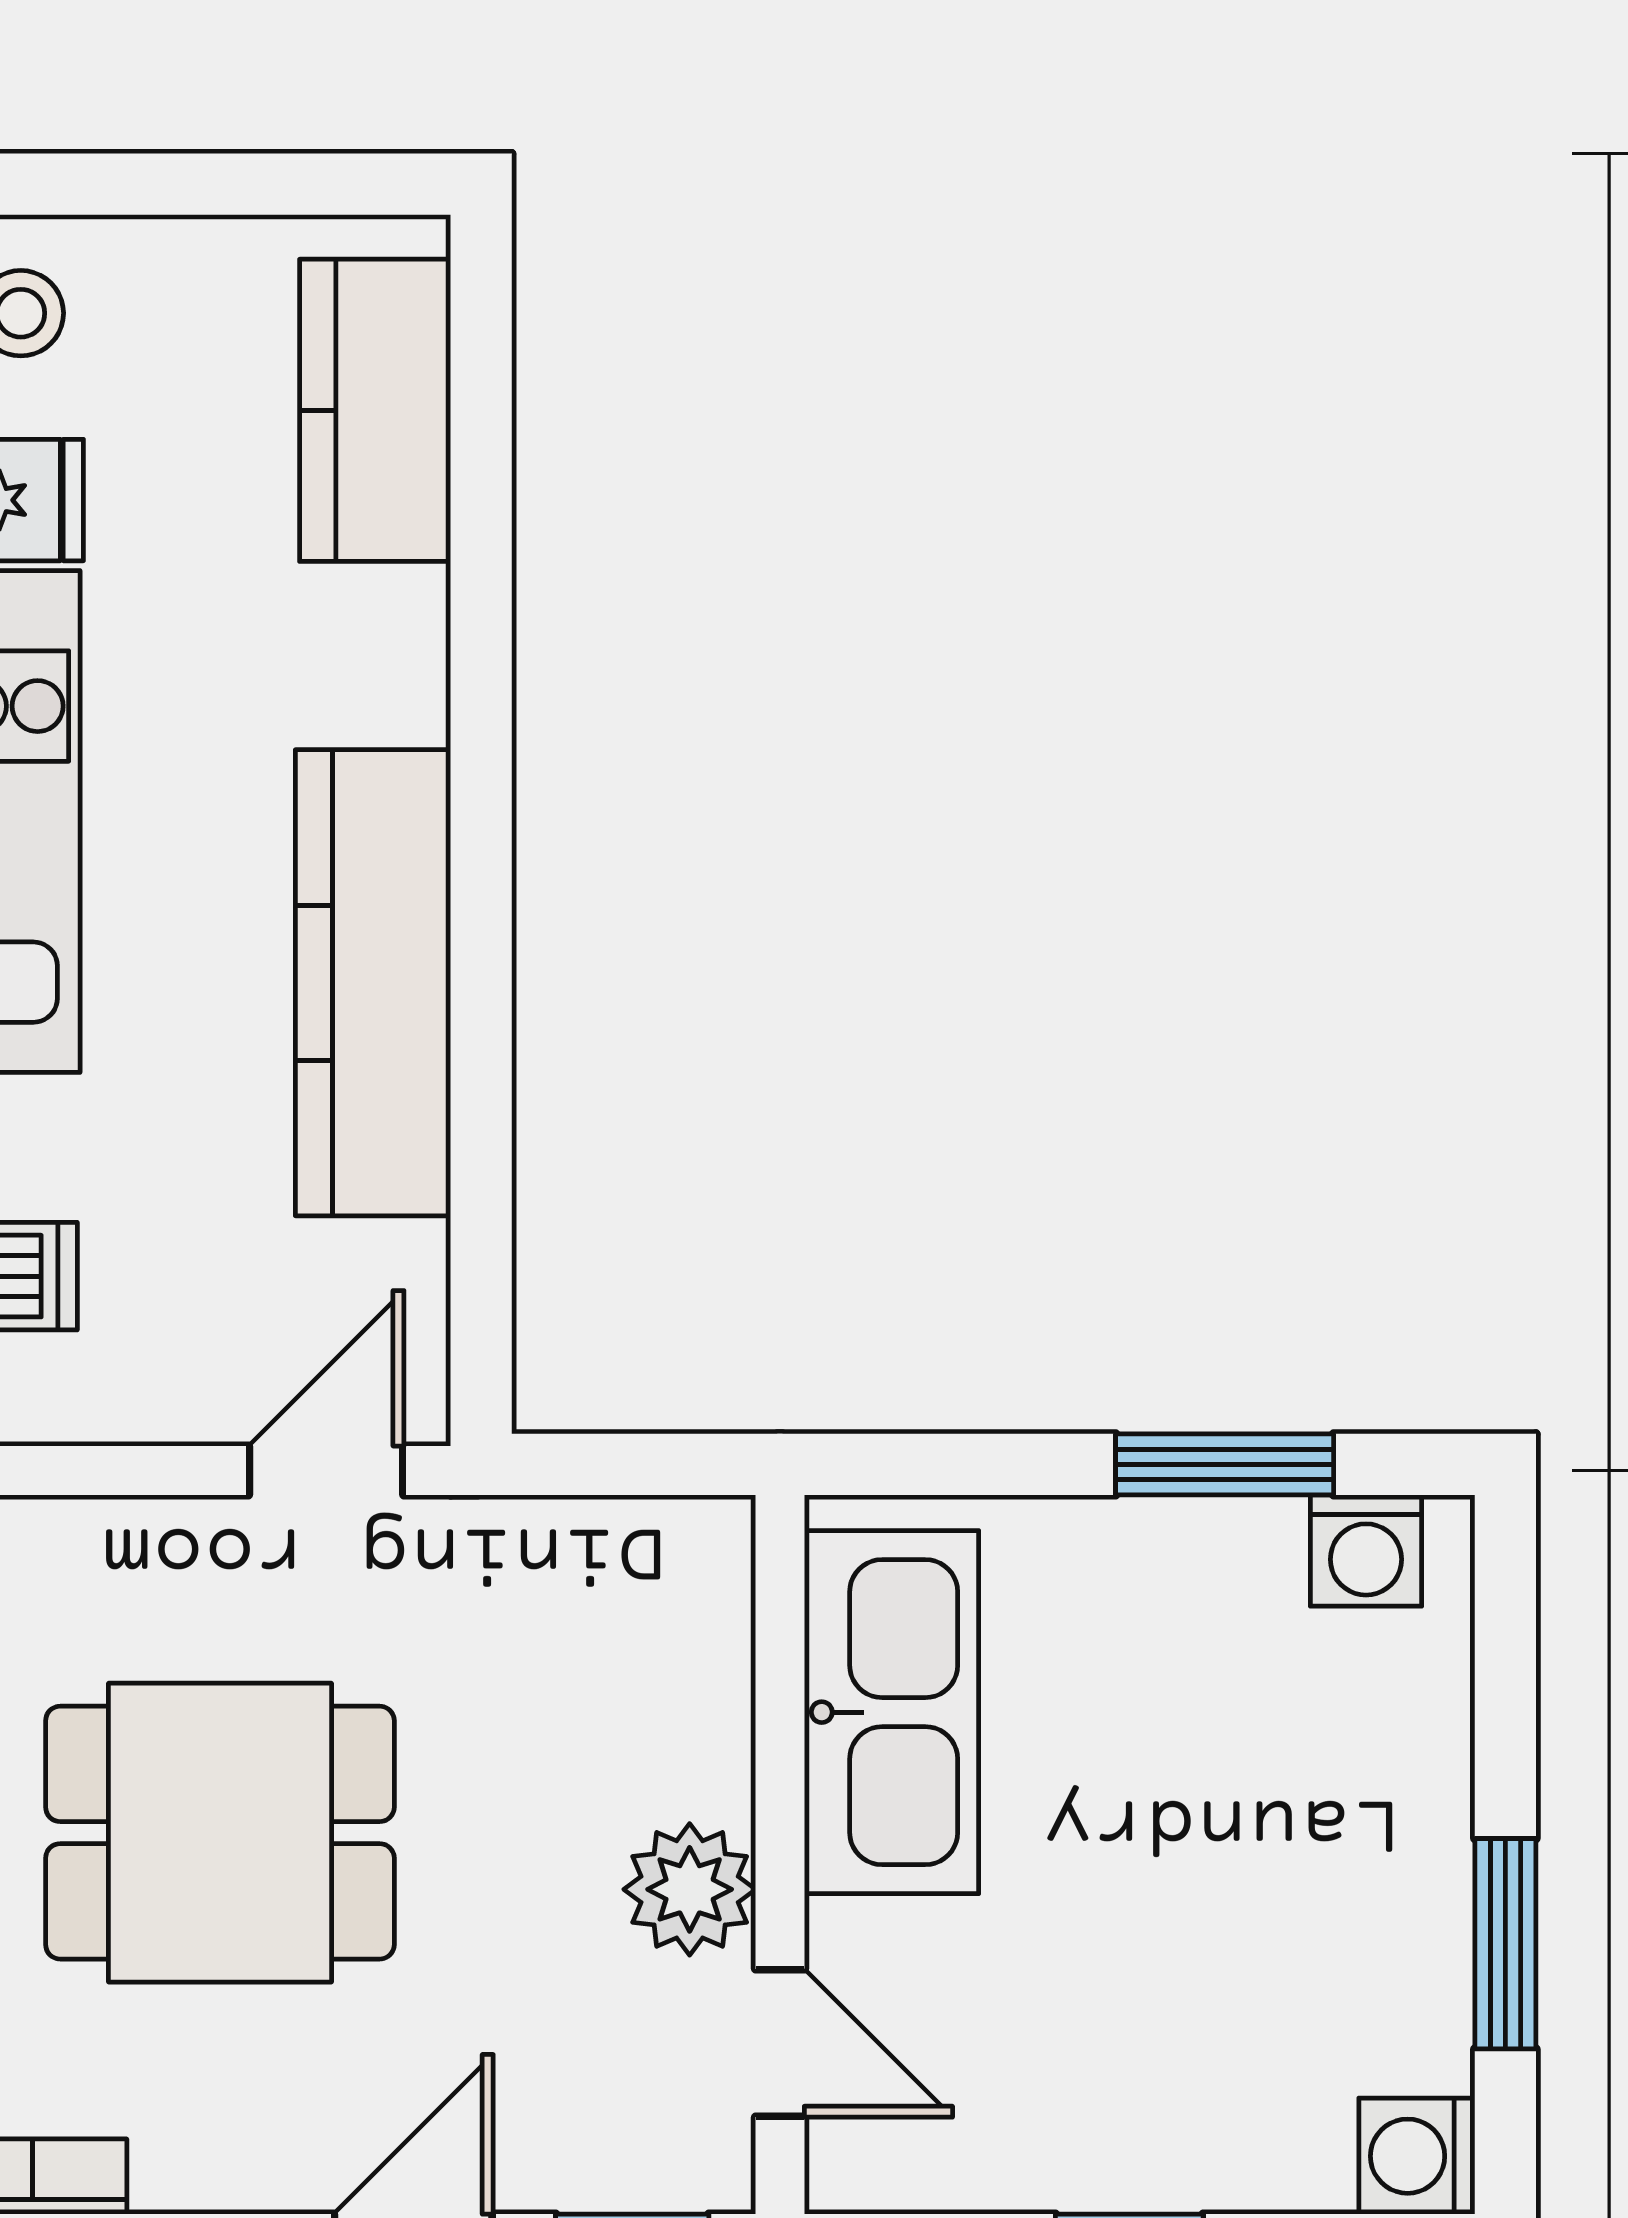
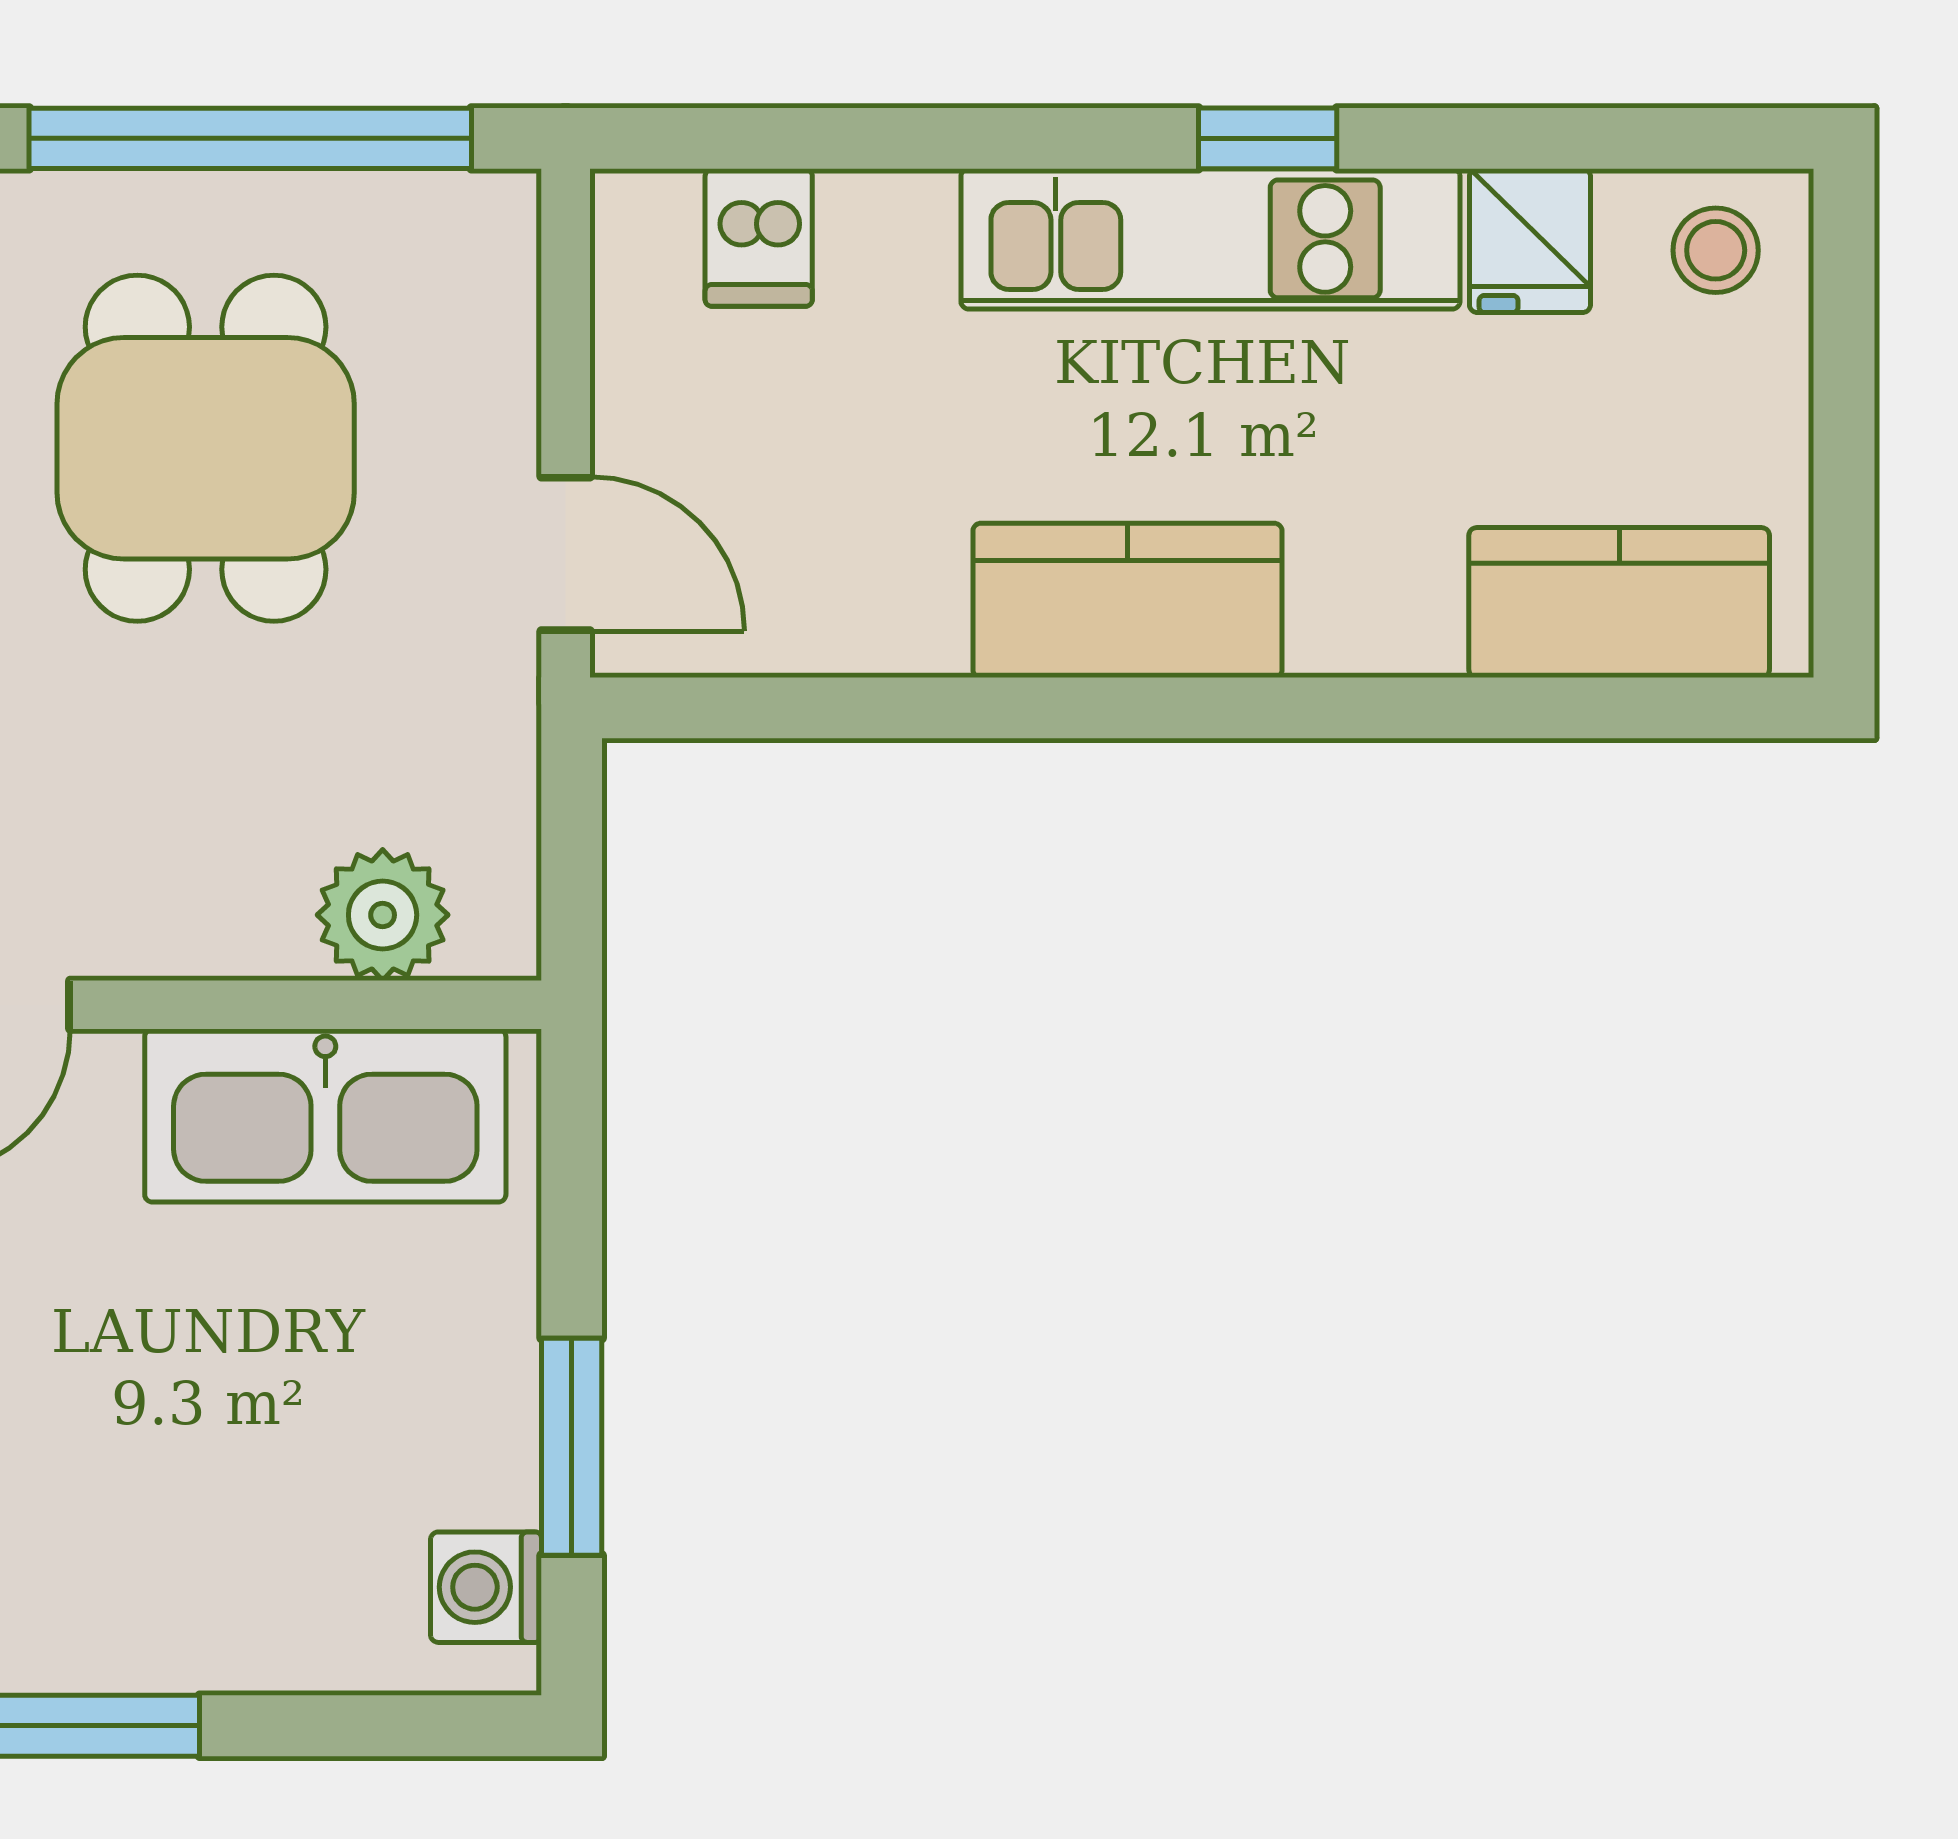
kitchen counter: (373, 983) -> (1127, 600), width x0.67
plant: (690, 1889) -> (383, 915), moved

